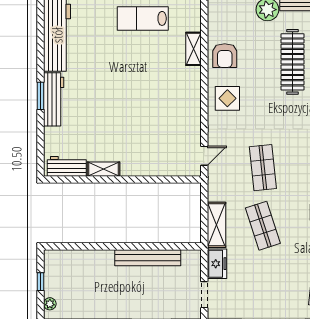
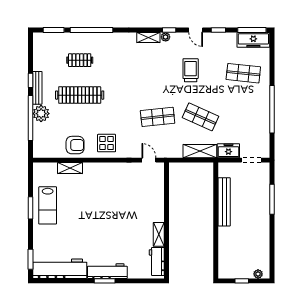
shop shelf: (263, 226) -> (200, 117), turned 42

